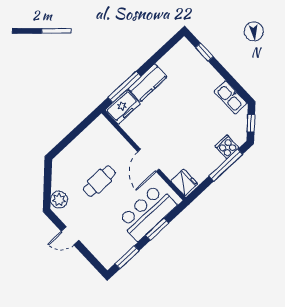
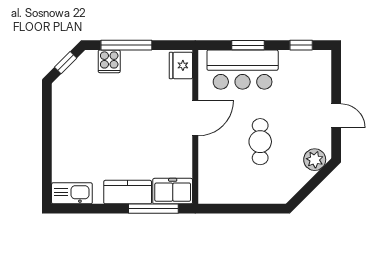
window: (204, 52) -> (47, 171), removed
kitchen sink: (230, 97) -> (72, 193), moved, turned -90
cafe table: (99, 181) -> (260, 142), turned 90
window: (127, 257) -> (301, 45), width x0.67

